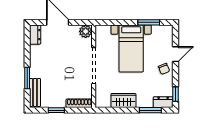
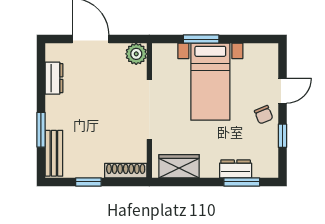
window: (149, 22) -> (201, 39), moved
dresser: (35, 35) -> (54, 78), moved
window: (175, 94) -> (282, 136), moved
wardrobe: (123, 100) -> (179, 166), moved
dresser: (163, 102) -> (236, 169), moved

